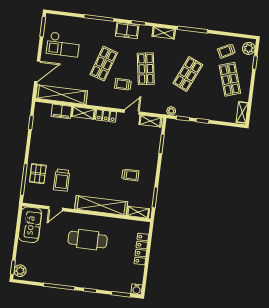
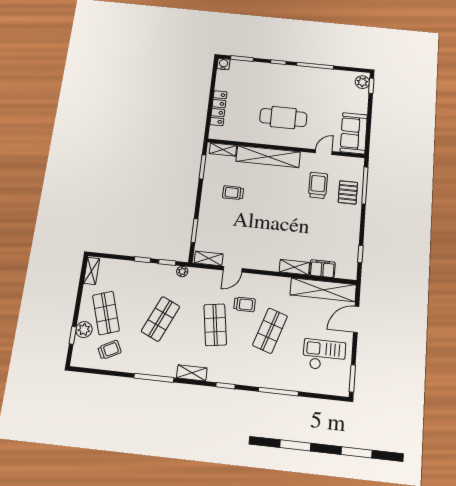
freezer: (127, 30) -> (240, 375), removed
plant: (249, 48) -> (84, 330), moved
locker: (106, 116) -> (265, 264), removed

